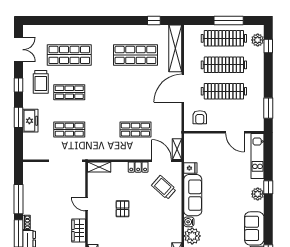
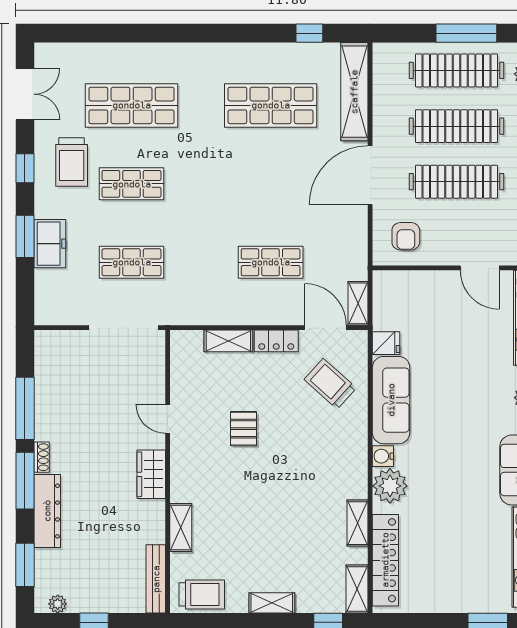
shelving: (99, 167) -> (228, 341), moved

